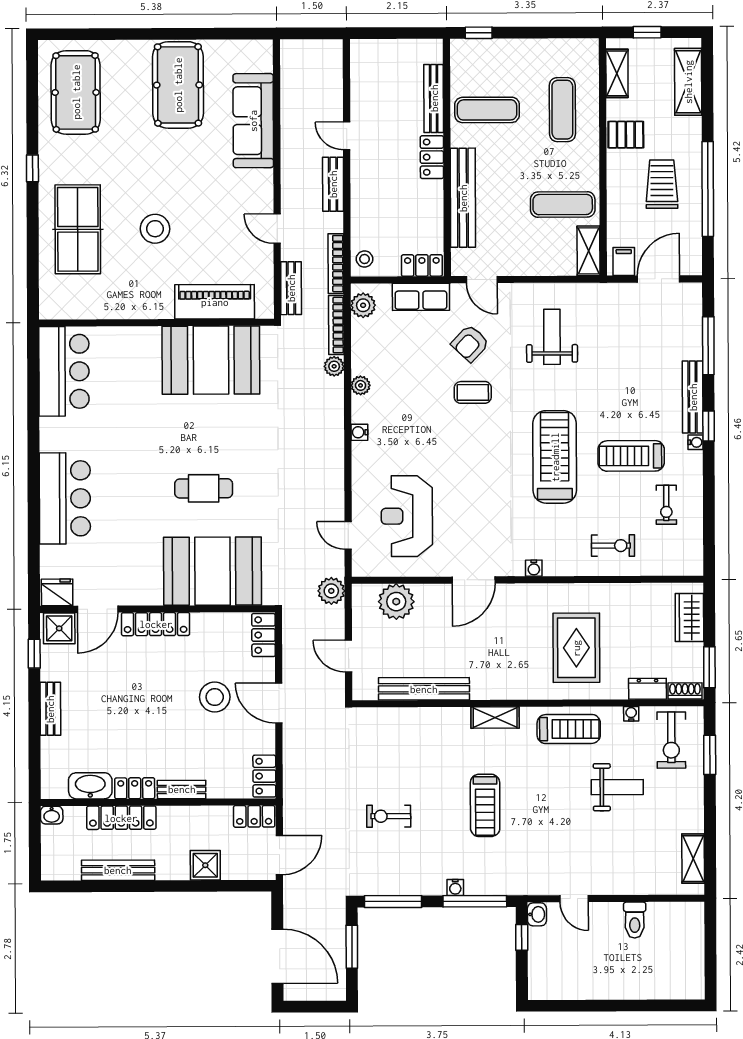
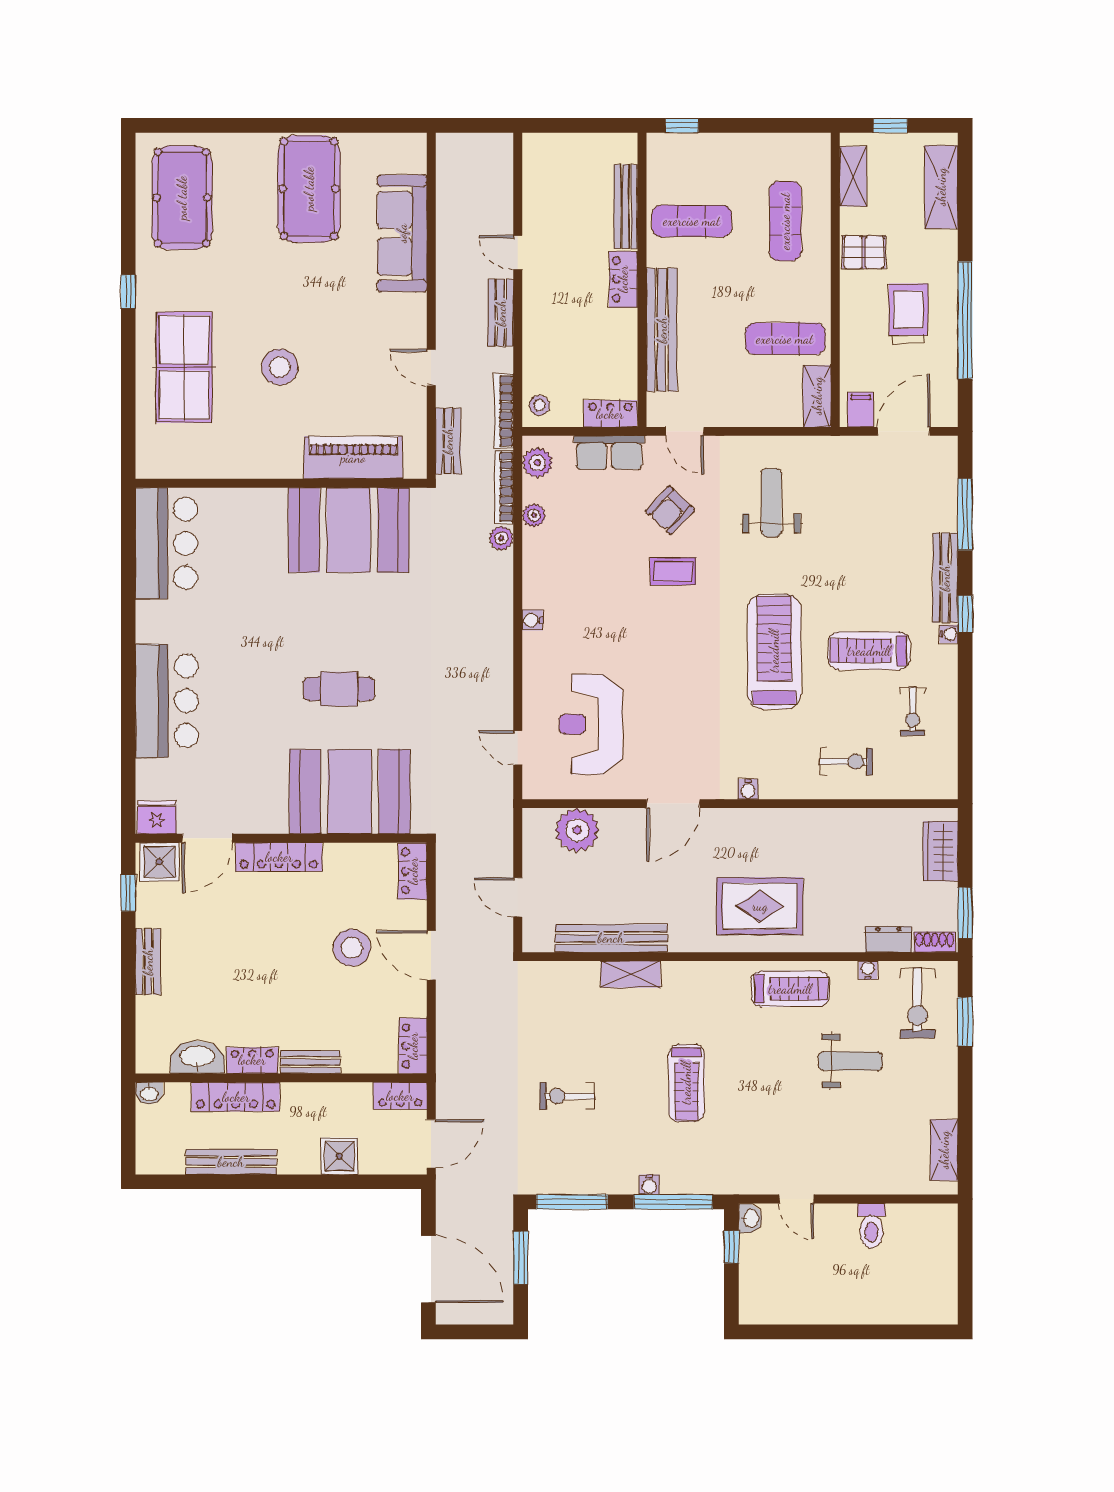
plant: (361, 385) -> (534, 515), moved
plant: (331, 591) -> (497, 817), removed
rug: (576, 648) -> (760, 906), moved, turned 90
shelving: (495, 718) -> (631, 974), moved

